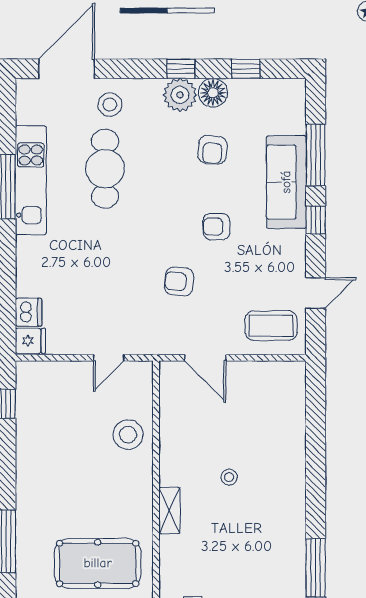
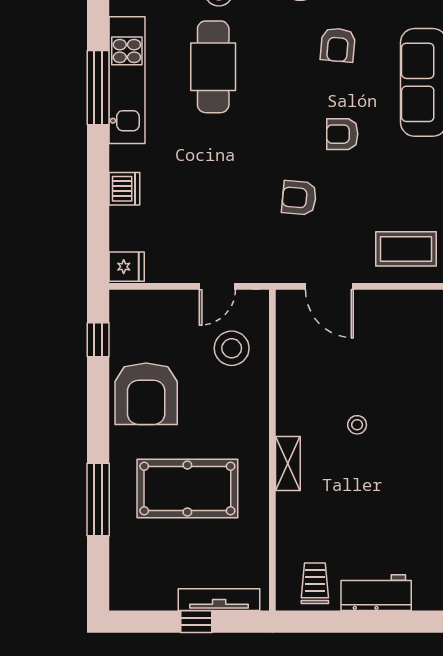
dishwasher: (28, 312) -> (124, 189), moved
stool: (128, 435) -> (232, 348), moved
armchair: (47, 450) -> (146, 394), added
pool table: (98, 563) -> (187, 489), moved

